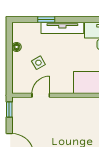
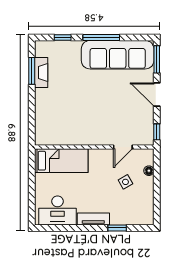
tv unit: (62, 28) -> (93, 219), width x0.71
floor lamp: (17, 47) -> (149, 171), moved

